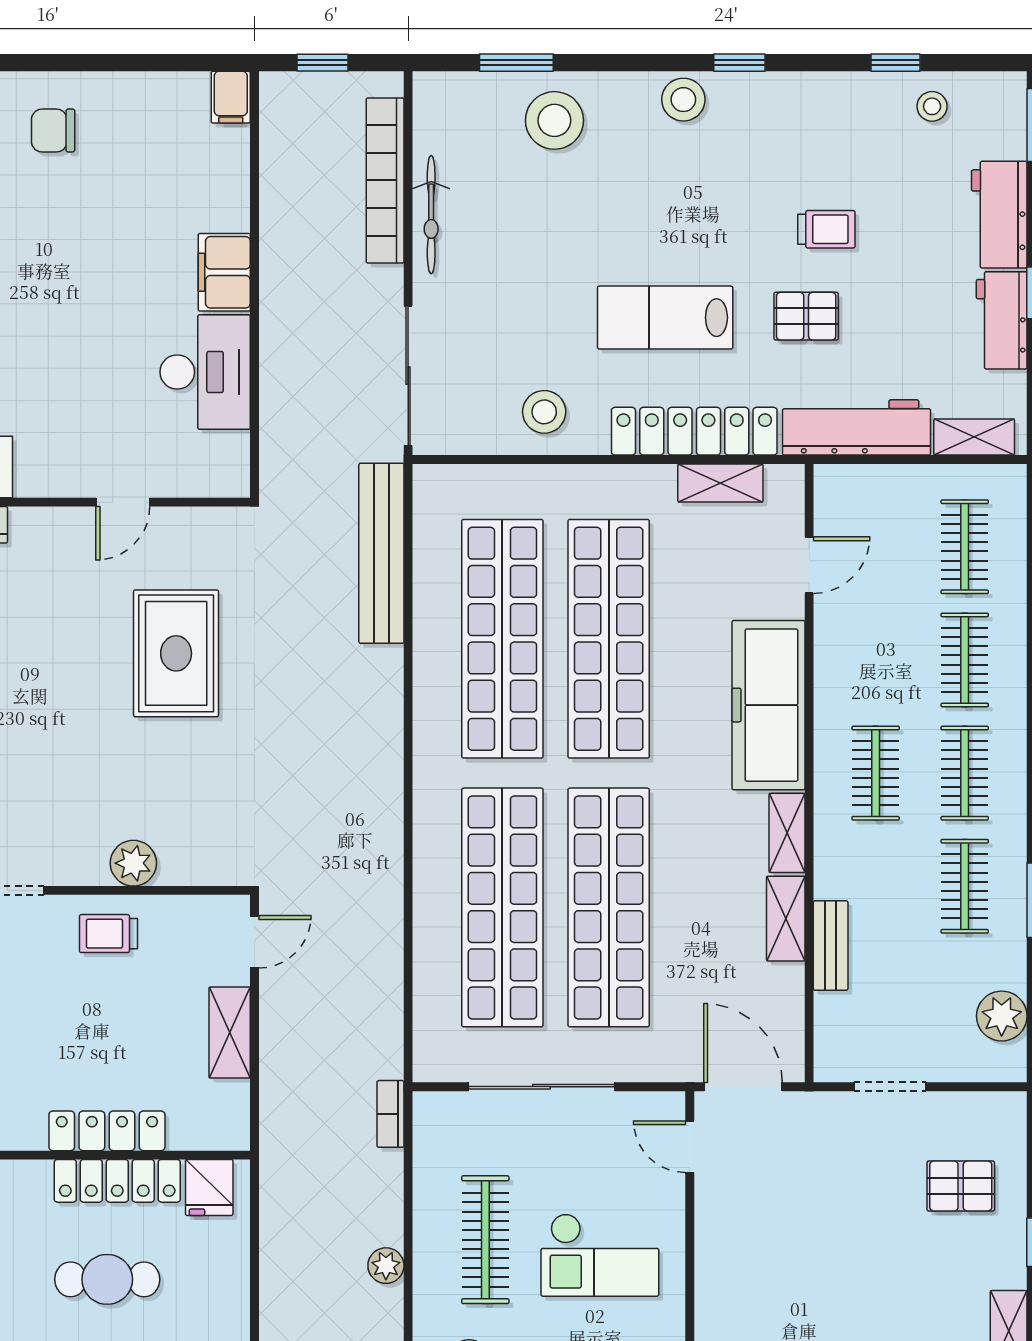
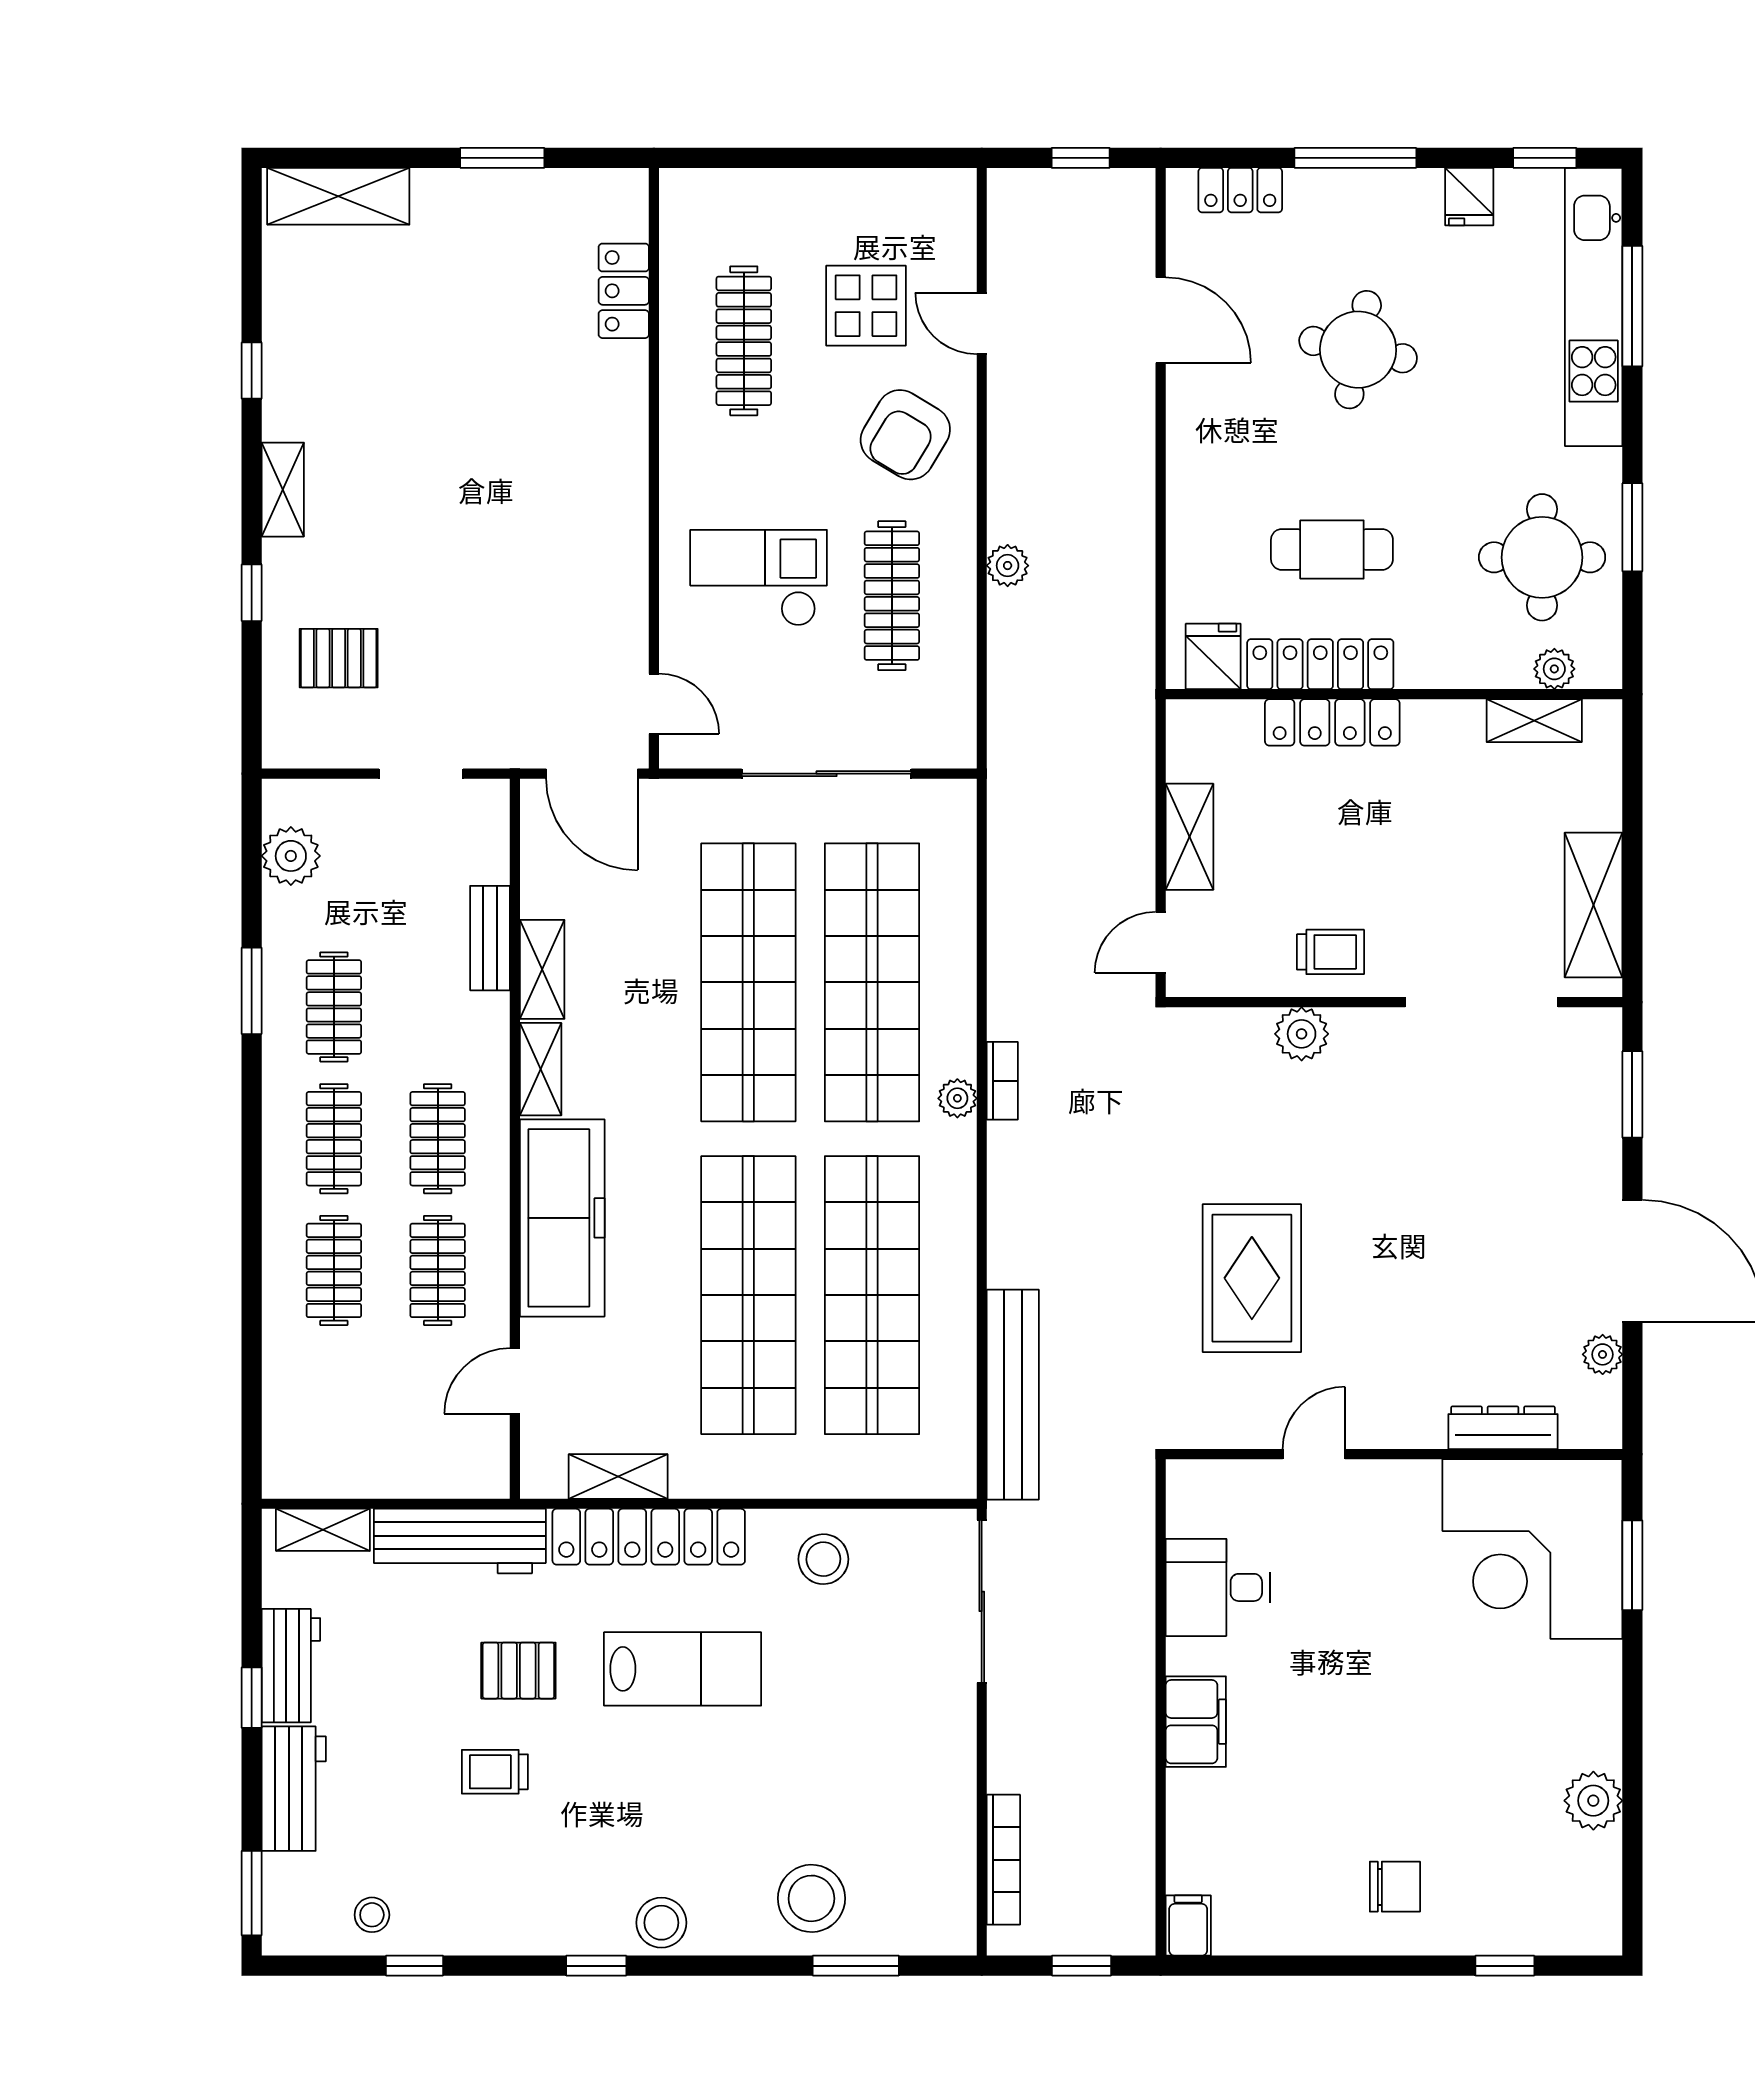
bookcase: (385, 180) -> (1003, 1860), width x0.68, depth x0.76
bicycle: (431, 215) -> (955, 1789), removed
desk: (205, 372) -> (1218, 1587), width x0.73
clothes rail: (965, 547) -> (438, 1270), moved
plant: (429, 808) -> (957, 1098), added
bookcase: (390, 1114) -> (1002, 1081), moved

